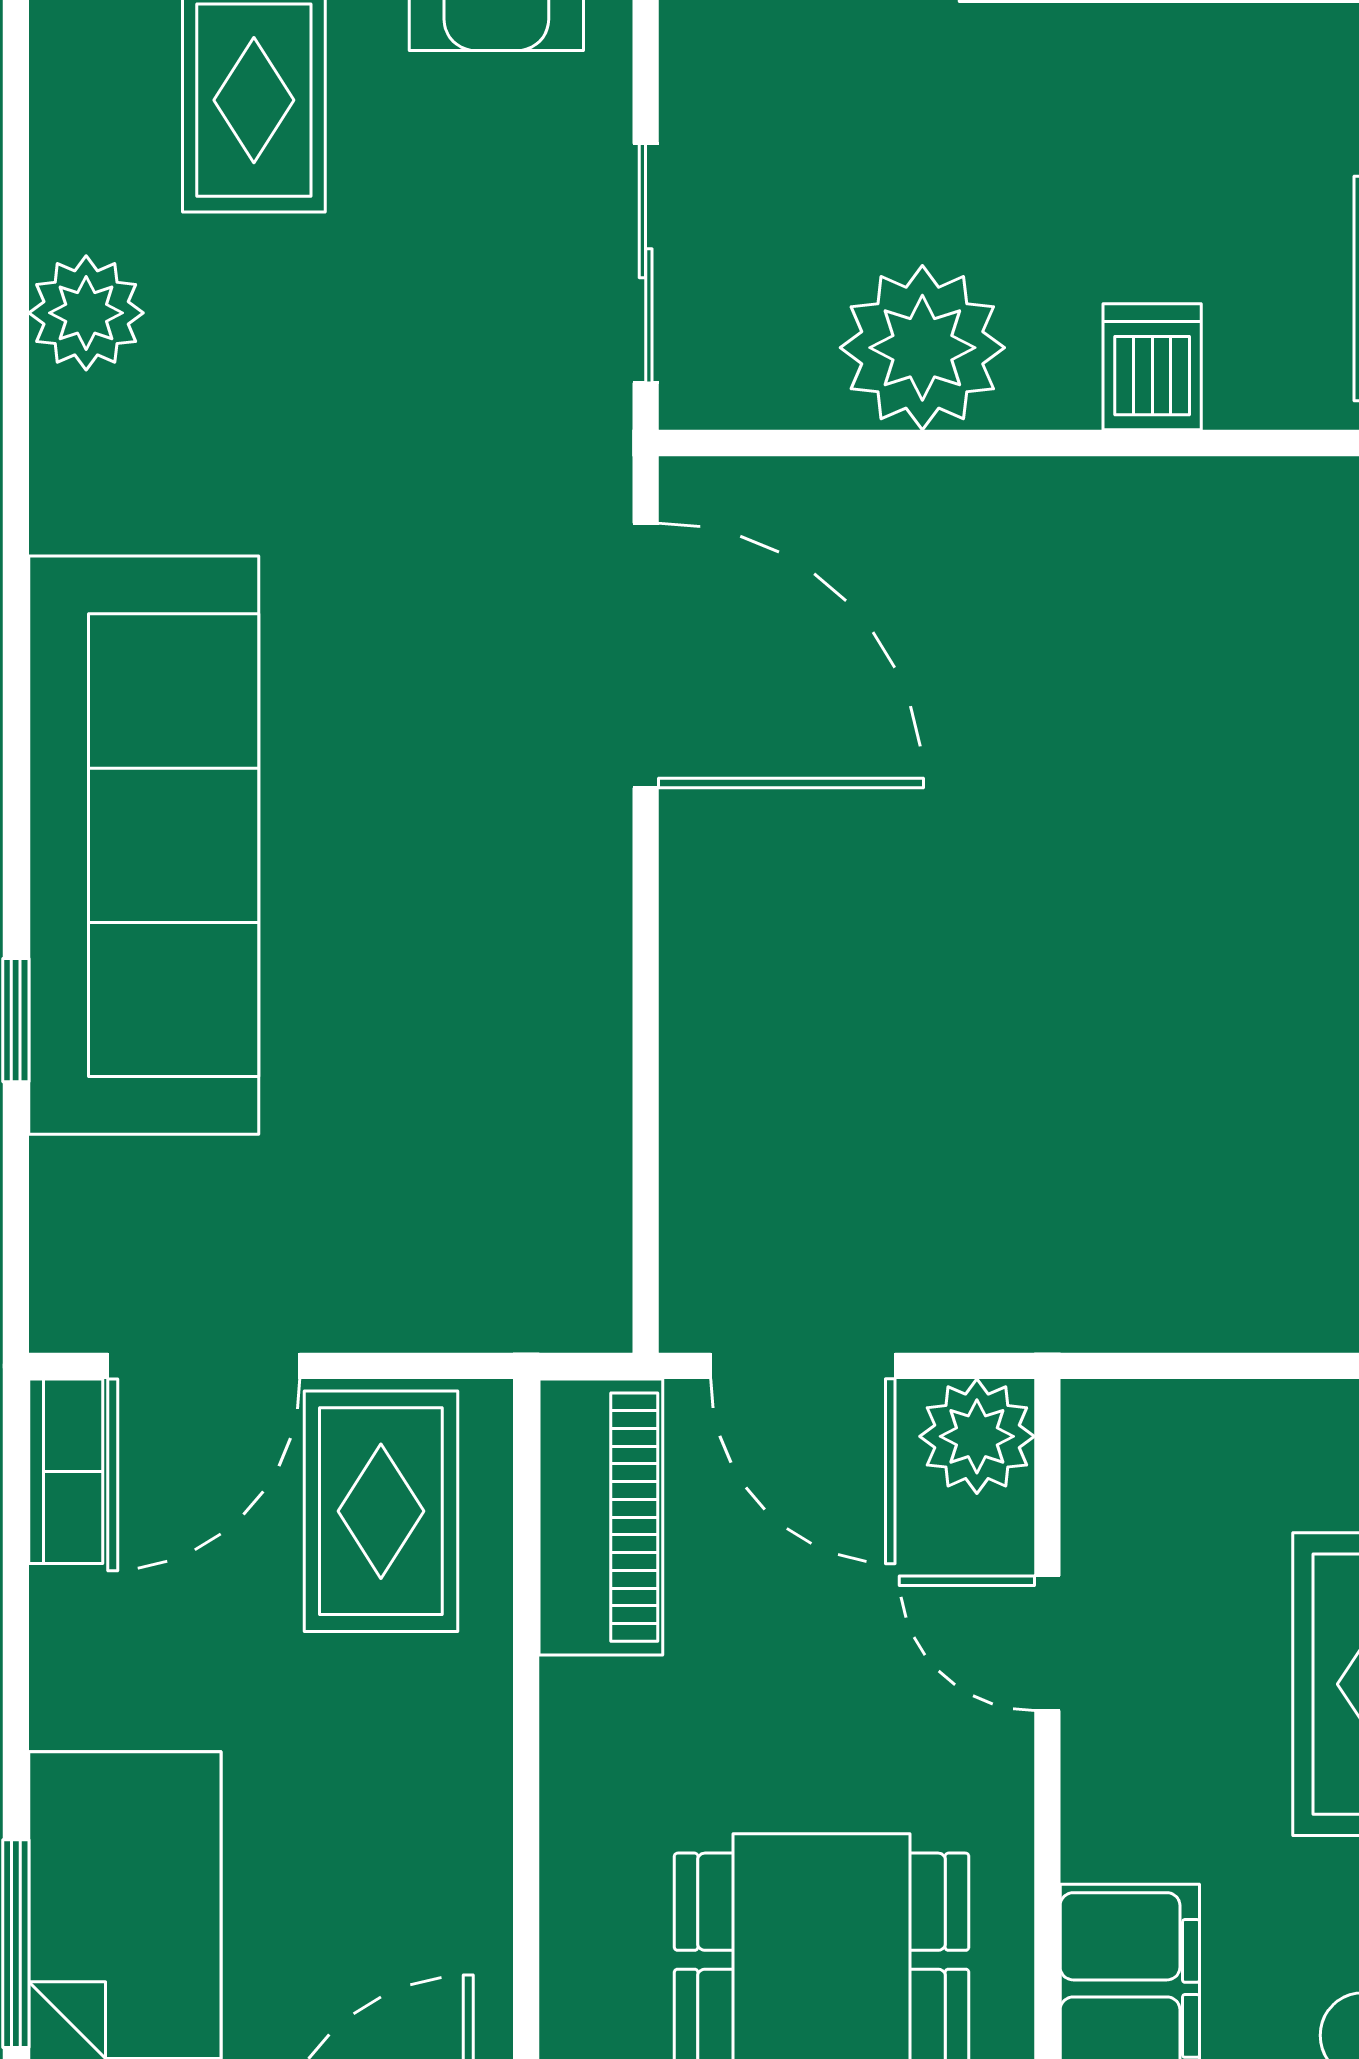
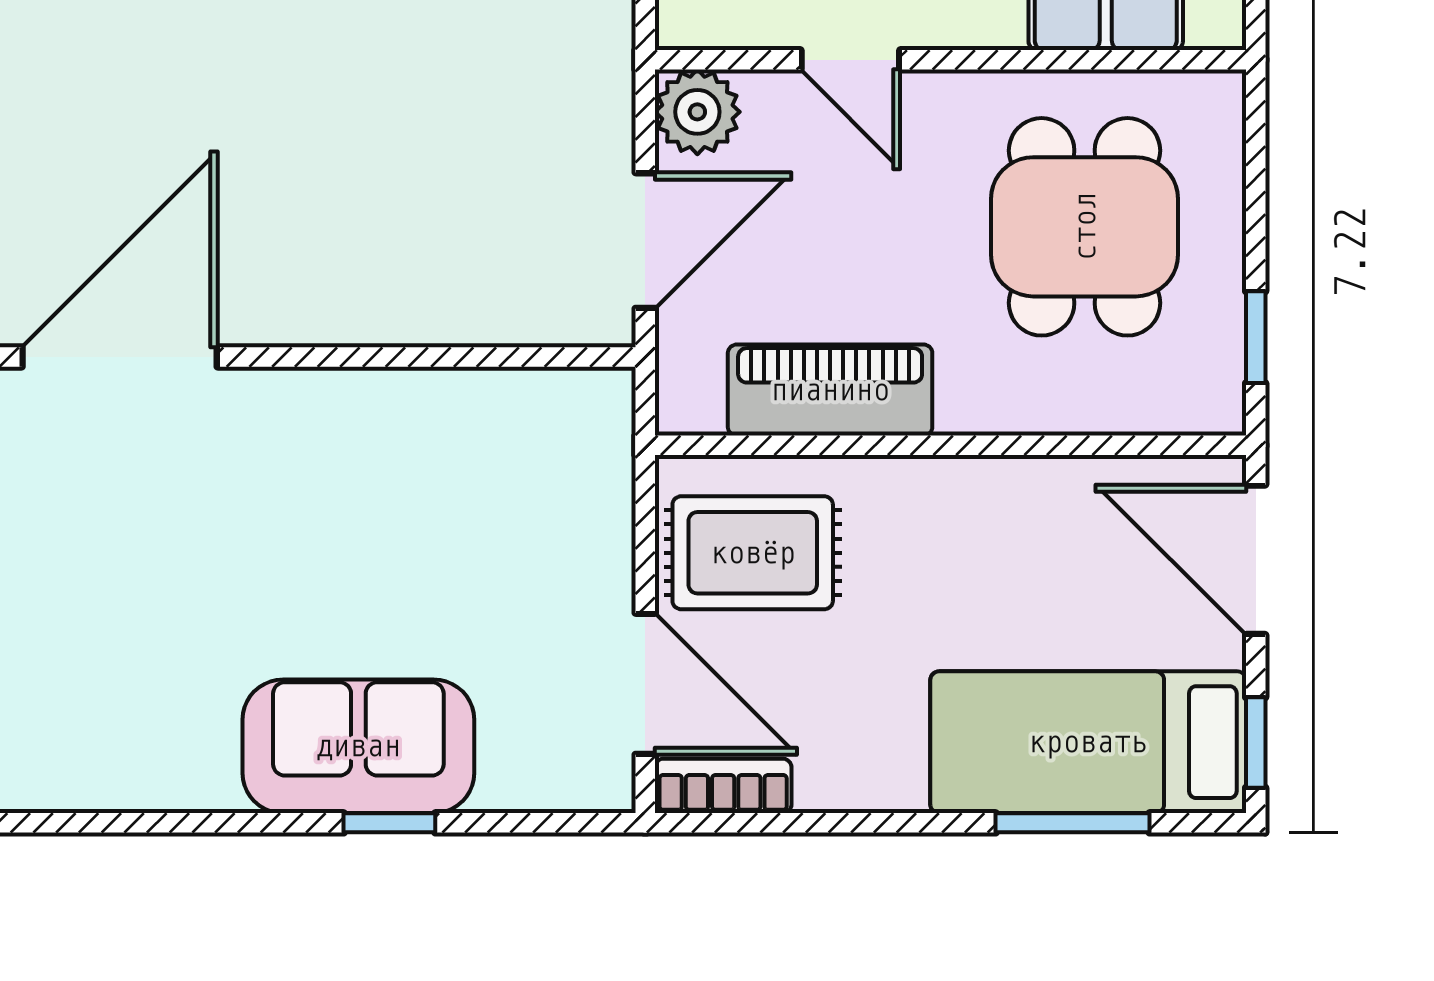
sofa: (144, 845) -> (358, 746), width x0.54, depth x0.79
piano: (601, 1517) -> (830, 390), moved
door: (1047, 1643) -> (850, 60), hinge flipped

